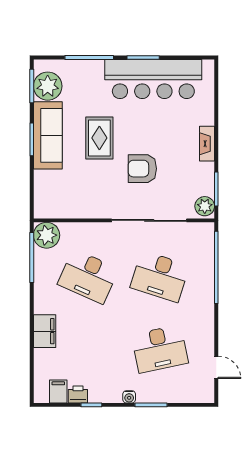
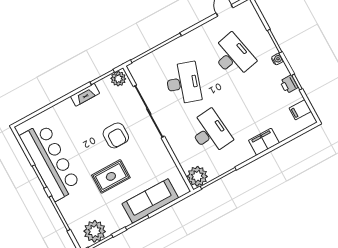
sofa: (48, 135) -> (150, 201), moved
fireplace: (207, 144) -> (85, 95), moved
desk: (88, 276) -> (210, 132), turned -30
printer: (78, 394) -> (289, 84), moved

